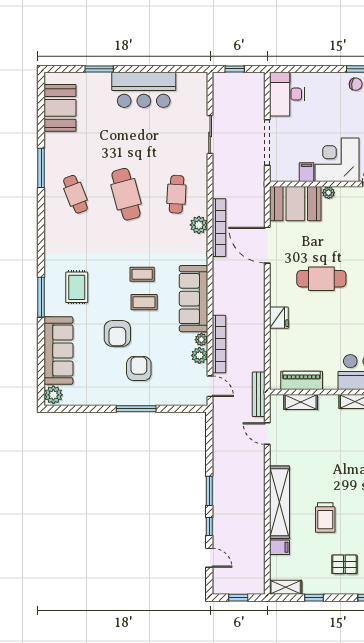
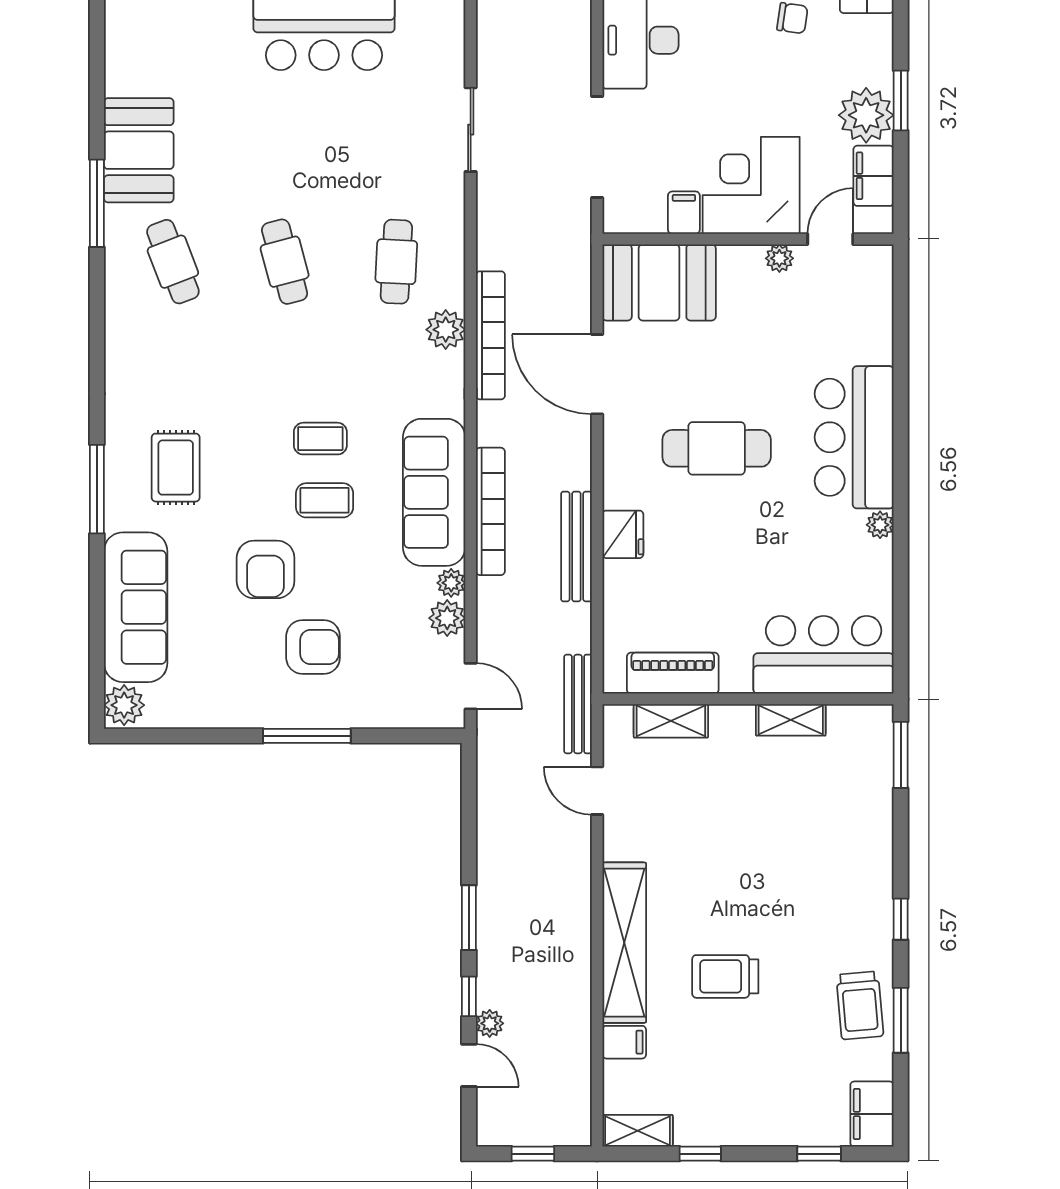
booth: (60, 108) -> (139, 150), moved
plant: (329, 193) -> (779, 258), moved
cafe table: (126, 194) -> (285, 262), width x0.73, depth x0.74
bench: (258, 323) -> (576, 546), added
bookcase: (219, 344) -> (490, 511), moved
armchair: (139, 369) -> (313, 647), turned 90
trolley: (325, 518) -> (725, 976), turned 90
plant: (219, 539) -> (490, 1023), added
pallet: (344, 564) -> (768, 1080), removed

